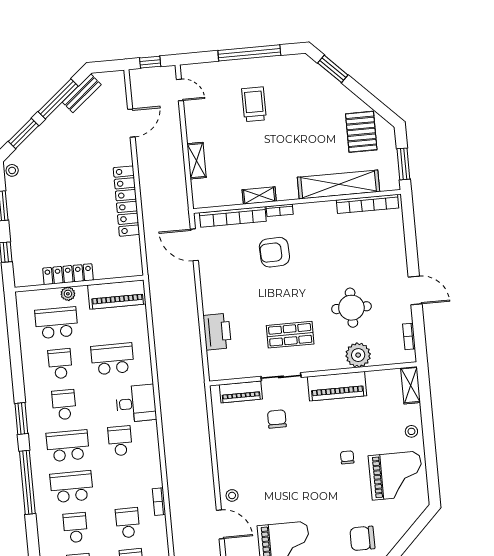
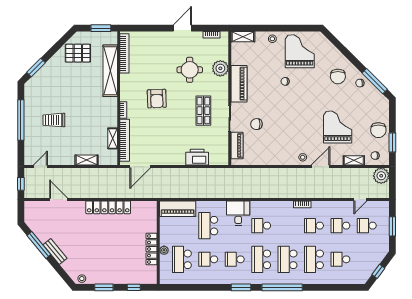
bench: (82, 93) -> (55, 252), moved
window: (24, 133) -> (59, 269), removed
shelving: (259, 195) -> (113, 138), moved
armchair: (274, 252) -> (157, 99), moved
piano: (117, 294) -> (178, 209), moved, turned 90
school desk: (75, 528) -> (314, 259), width x1.85

